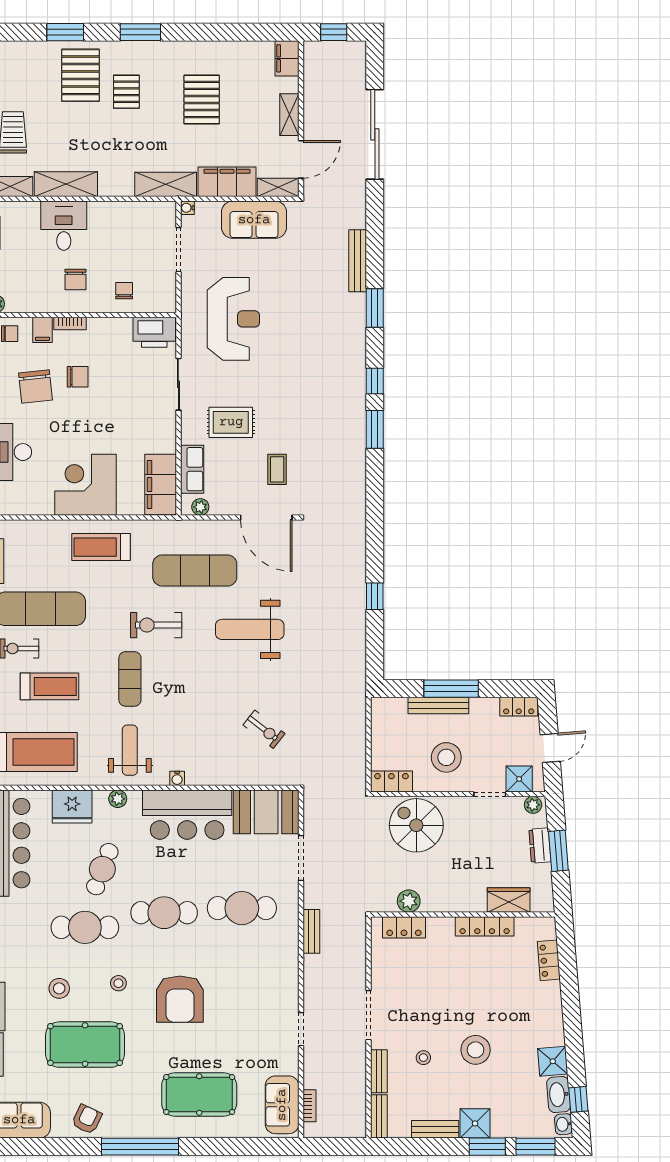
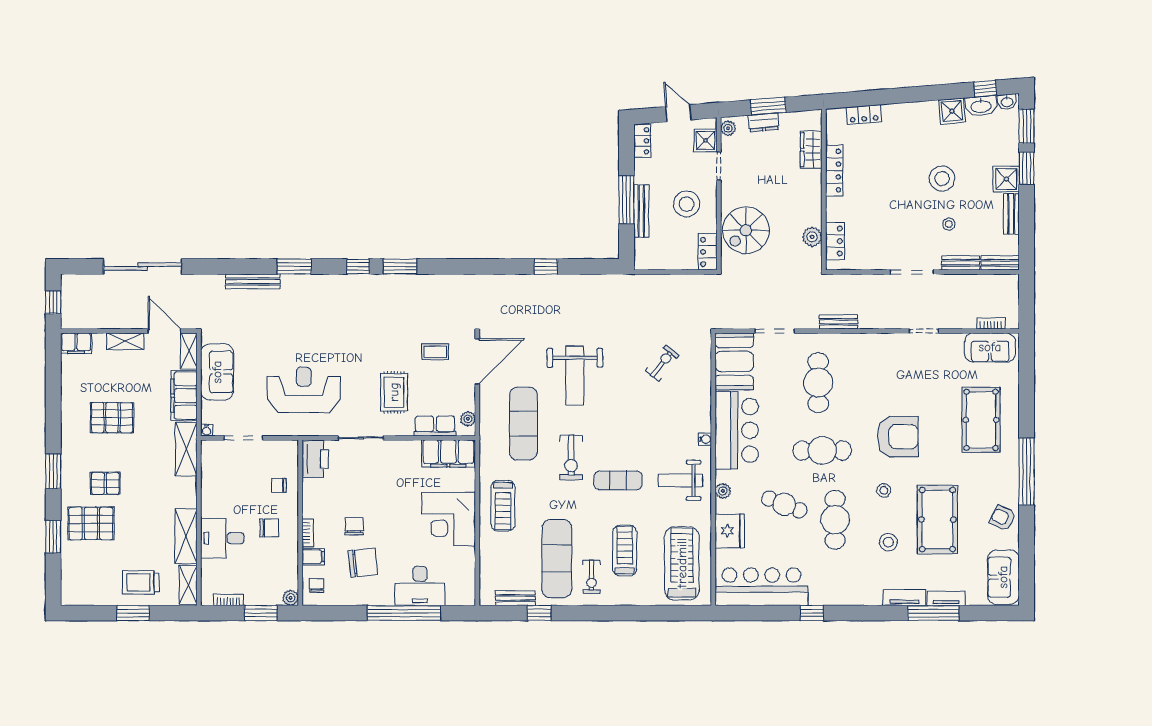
cafe table: (164, 913) -> (822, 451), turned 90

